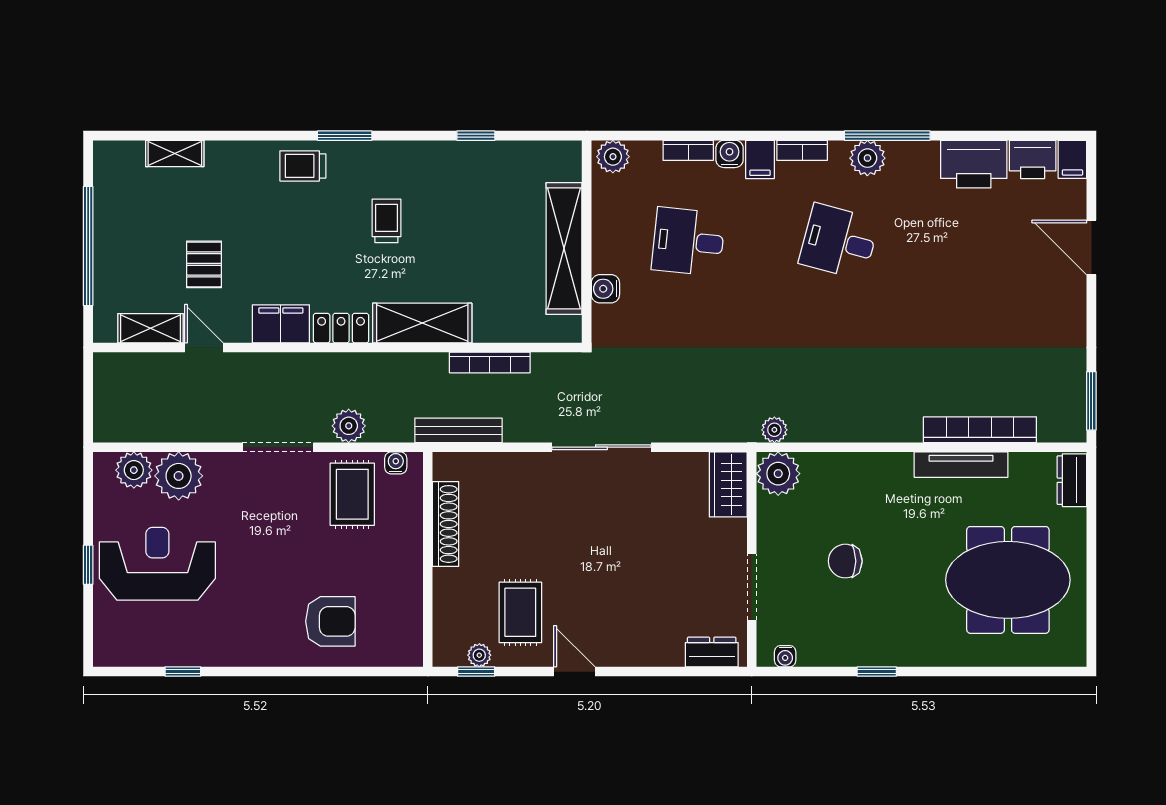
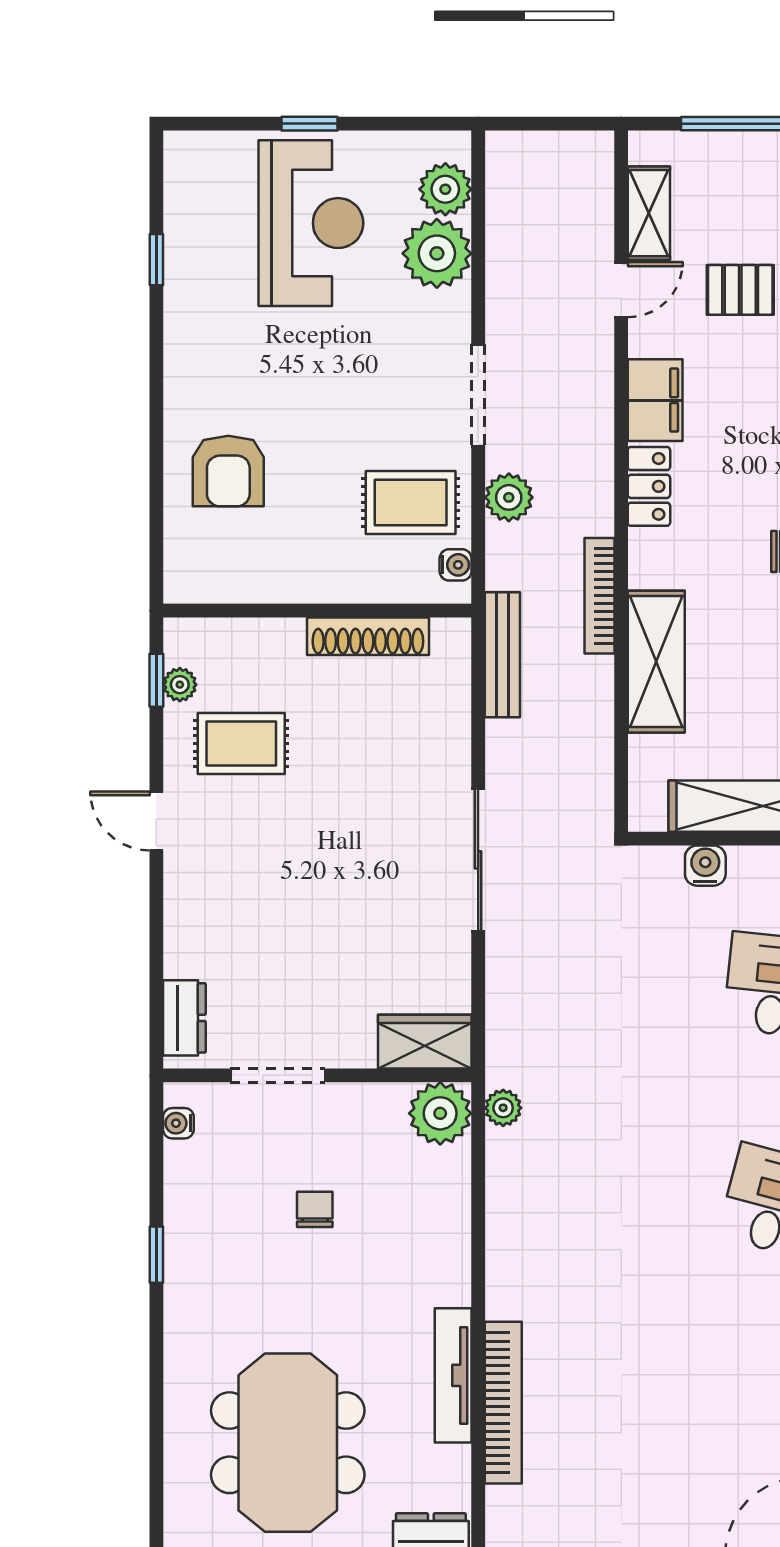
shelving: (422, 323) -> (656, 662), moved
bookcase: (490, 362) -> (600, 596), moved
chair: (845, 561) -> (315, 1209), width x0.73, depth x0.73
door: (574, 672) -> (156, 821), swing flipped

